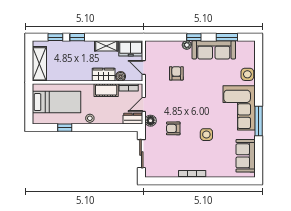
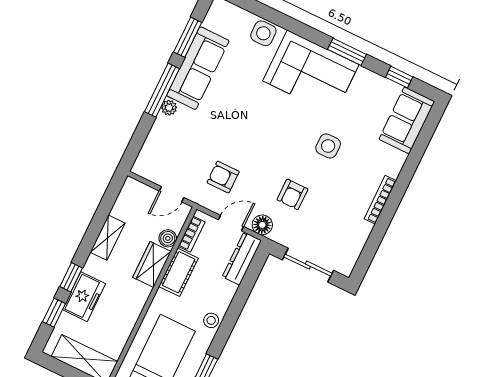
window: (194, 37) -> (162, 90), width x2.17
freezer: (131, 48) -> (84, 297), moved
armchair: (176, 73) -> (223, 177), moved
door: (144, 104) -> (231, 223), swing flipped
dresser: (133, 119) -> (242, 259), width x1.44
window: (259, 121) -> (347, 52), width x0.69
window: (259, 153) -> (399, 77), added
sofa: (246, 156) -> (407, 120), moved, turned 90

